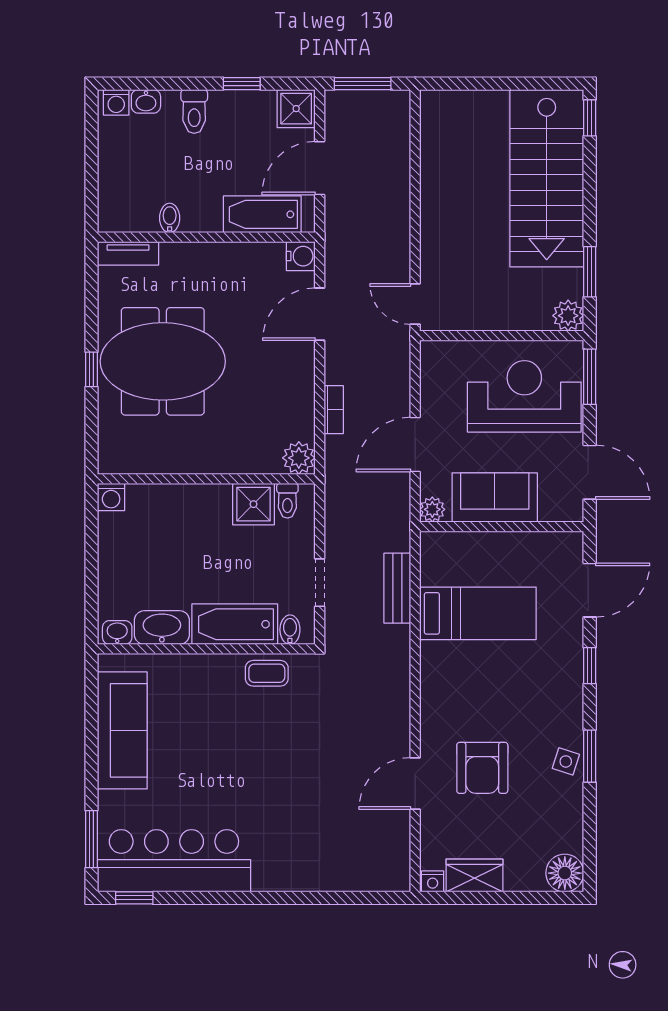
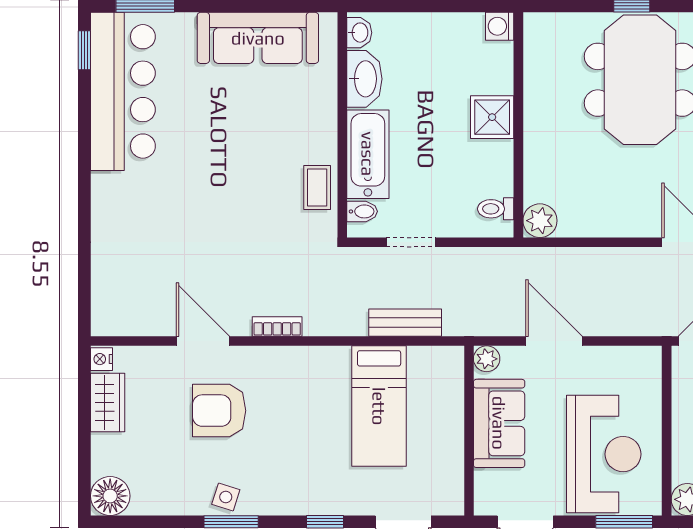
bookcase: (334, 410) -> (277, 327), moved, turned 180
shower: (253, 504) -> (492, 117), moved

